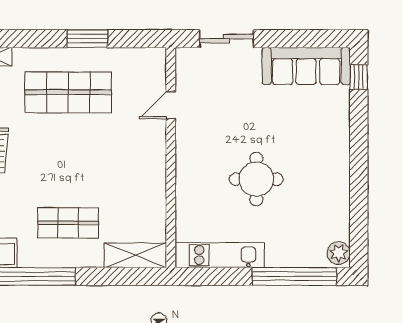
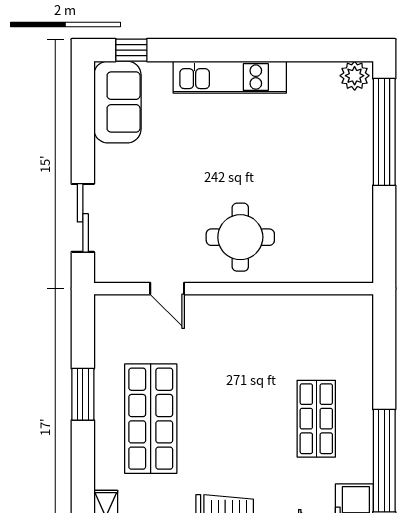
sofa: (306, 66) -> (117, 102), width x0.73
round table: (256, 179) -> (240, 237), moved
shelving: (135, 255) -> (357, 333), removed
kitchen unit: (220, 255) -> (230, 77), moved, turned -90

